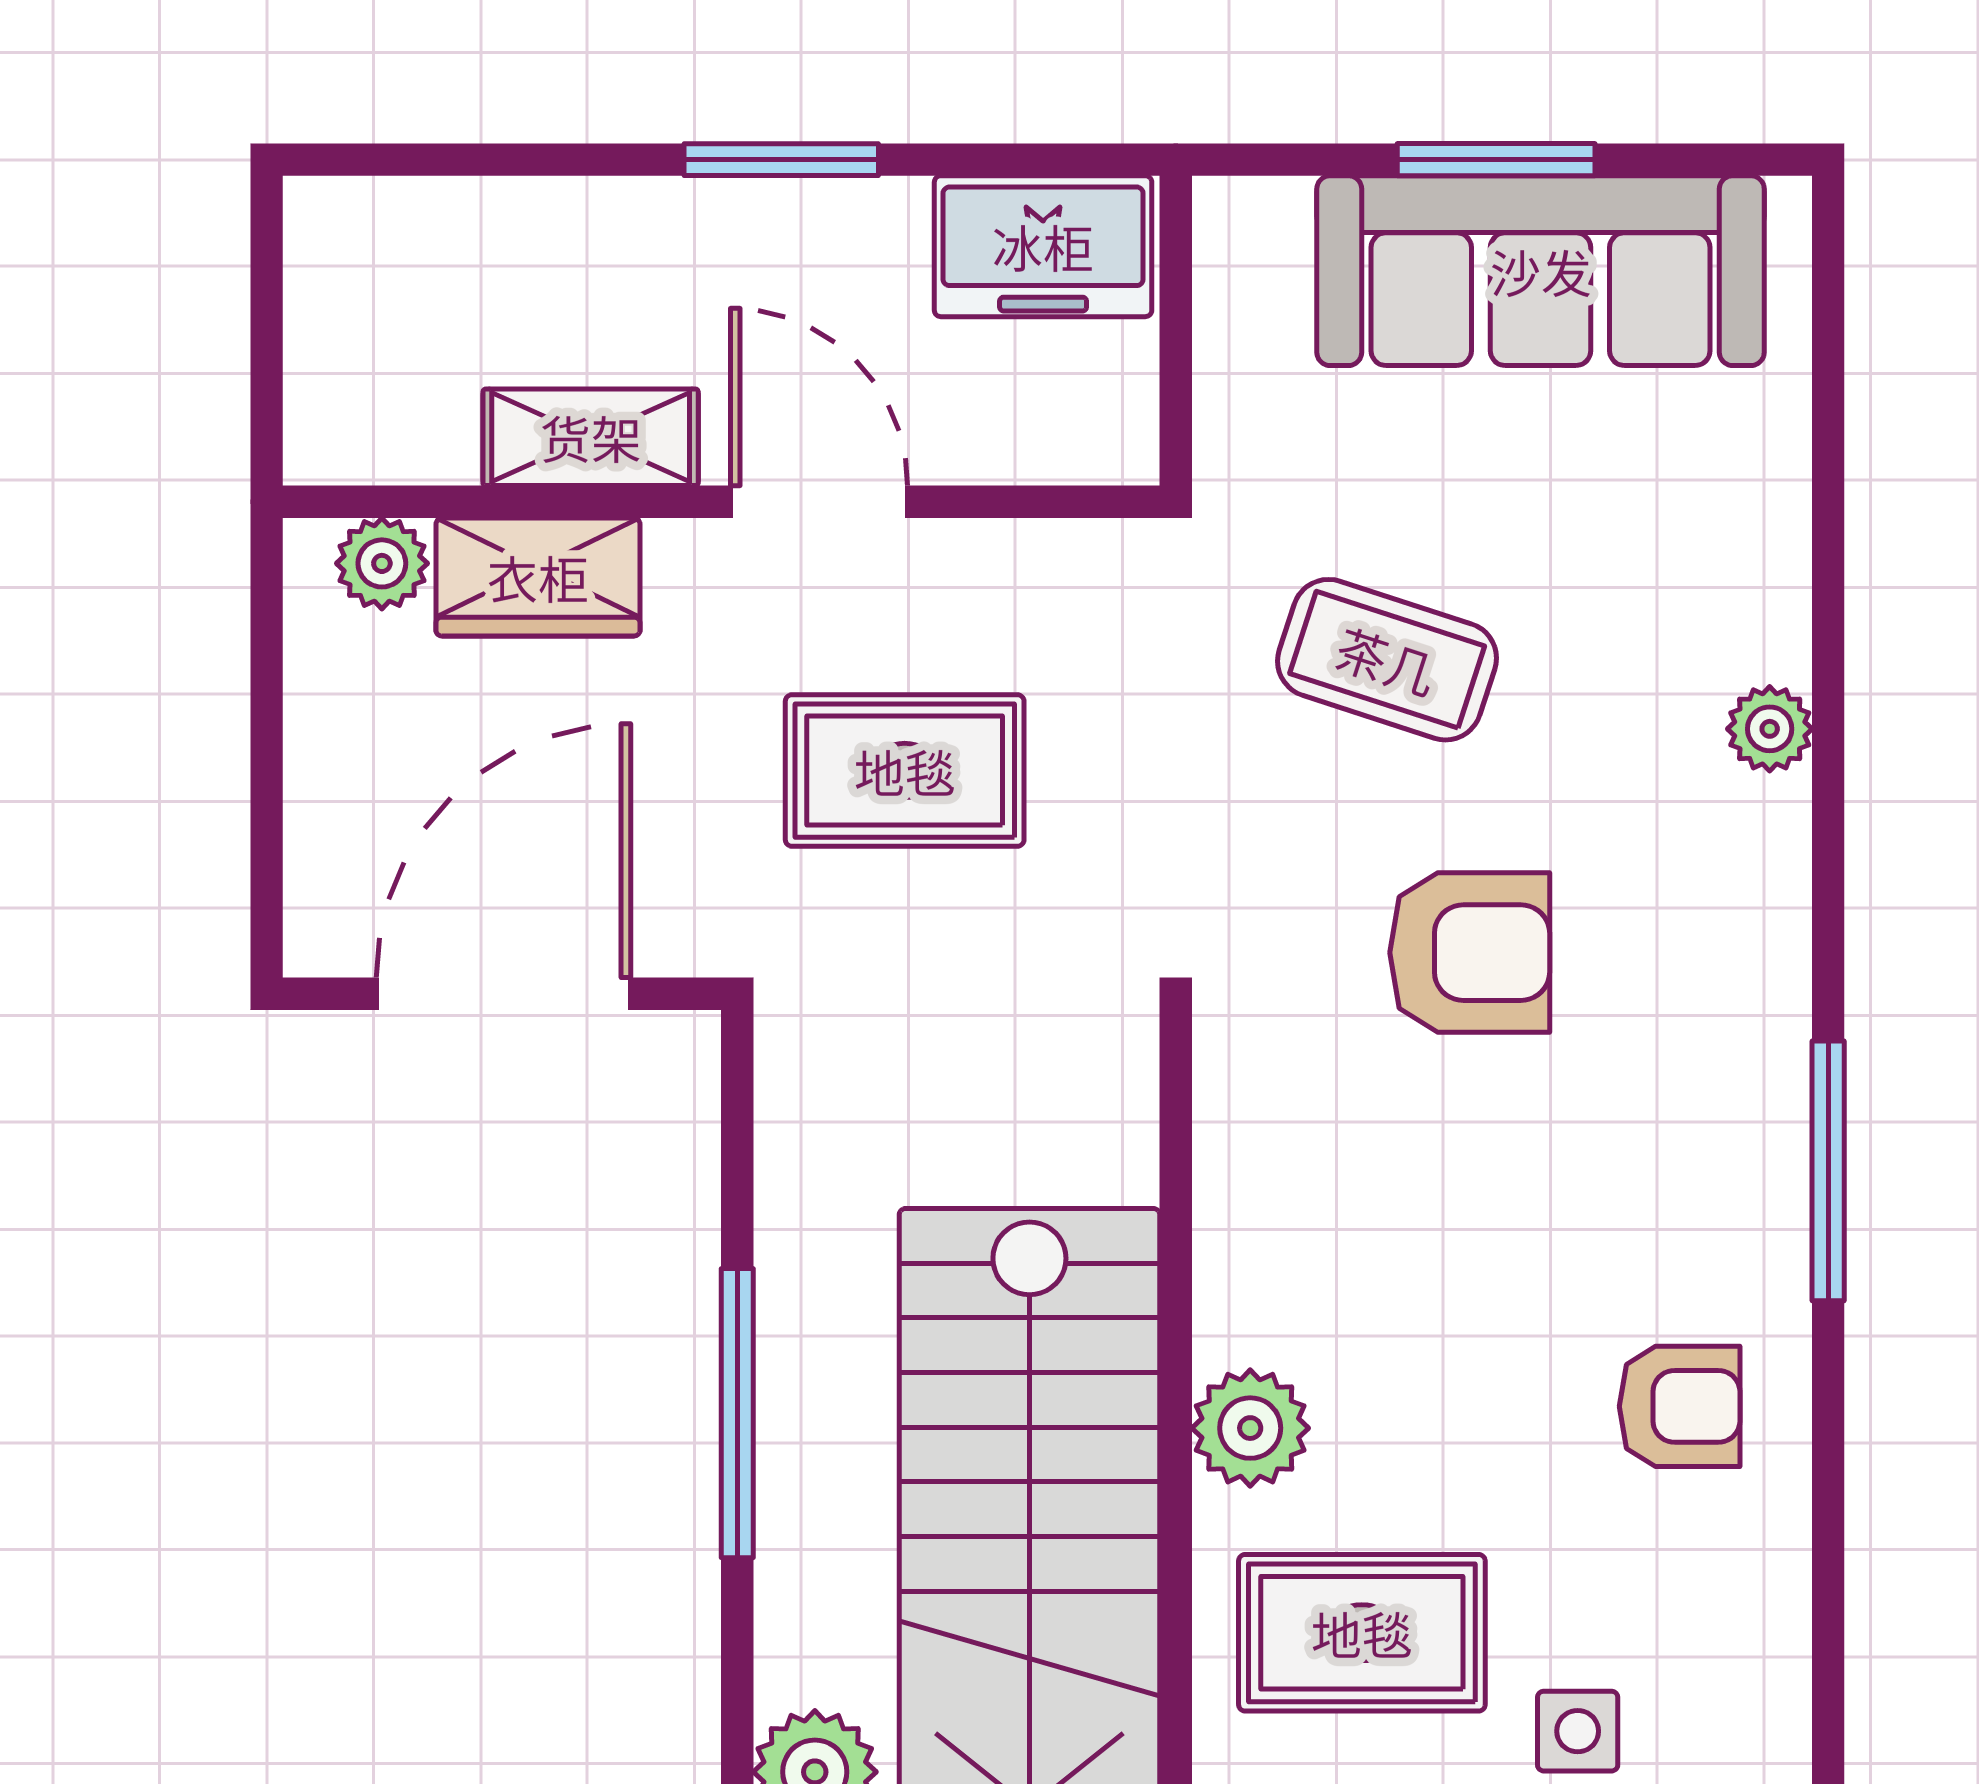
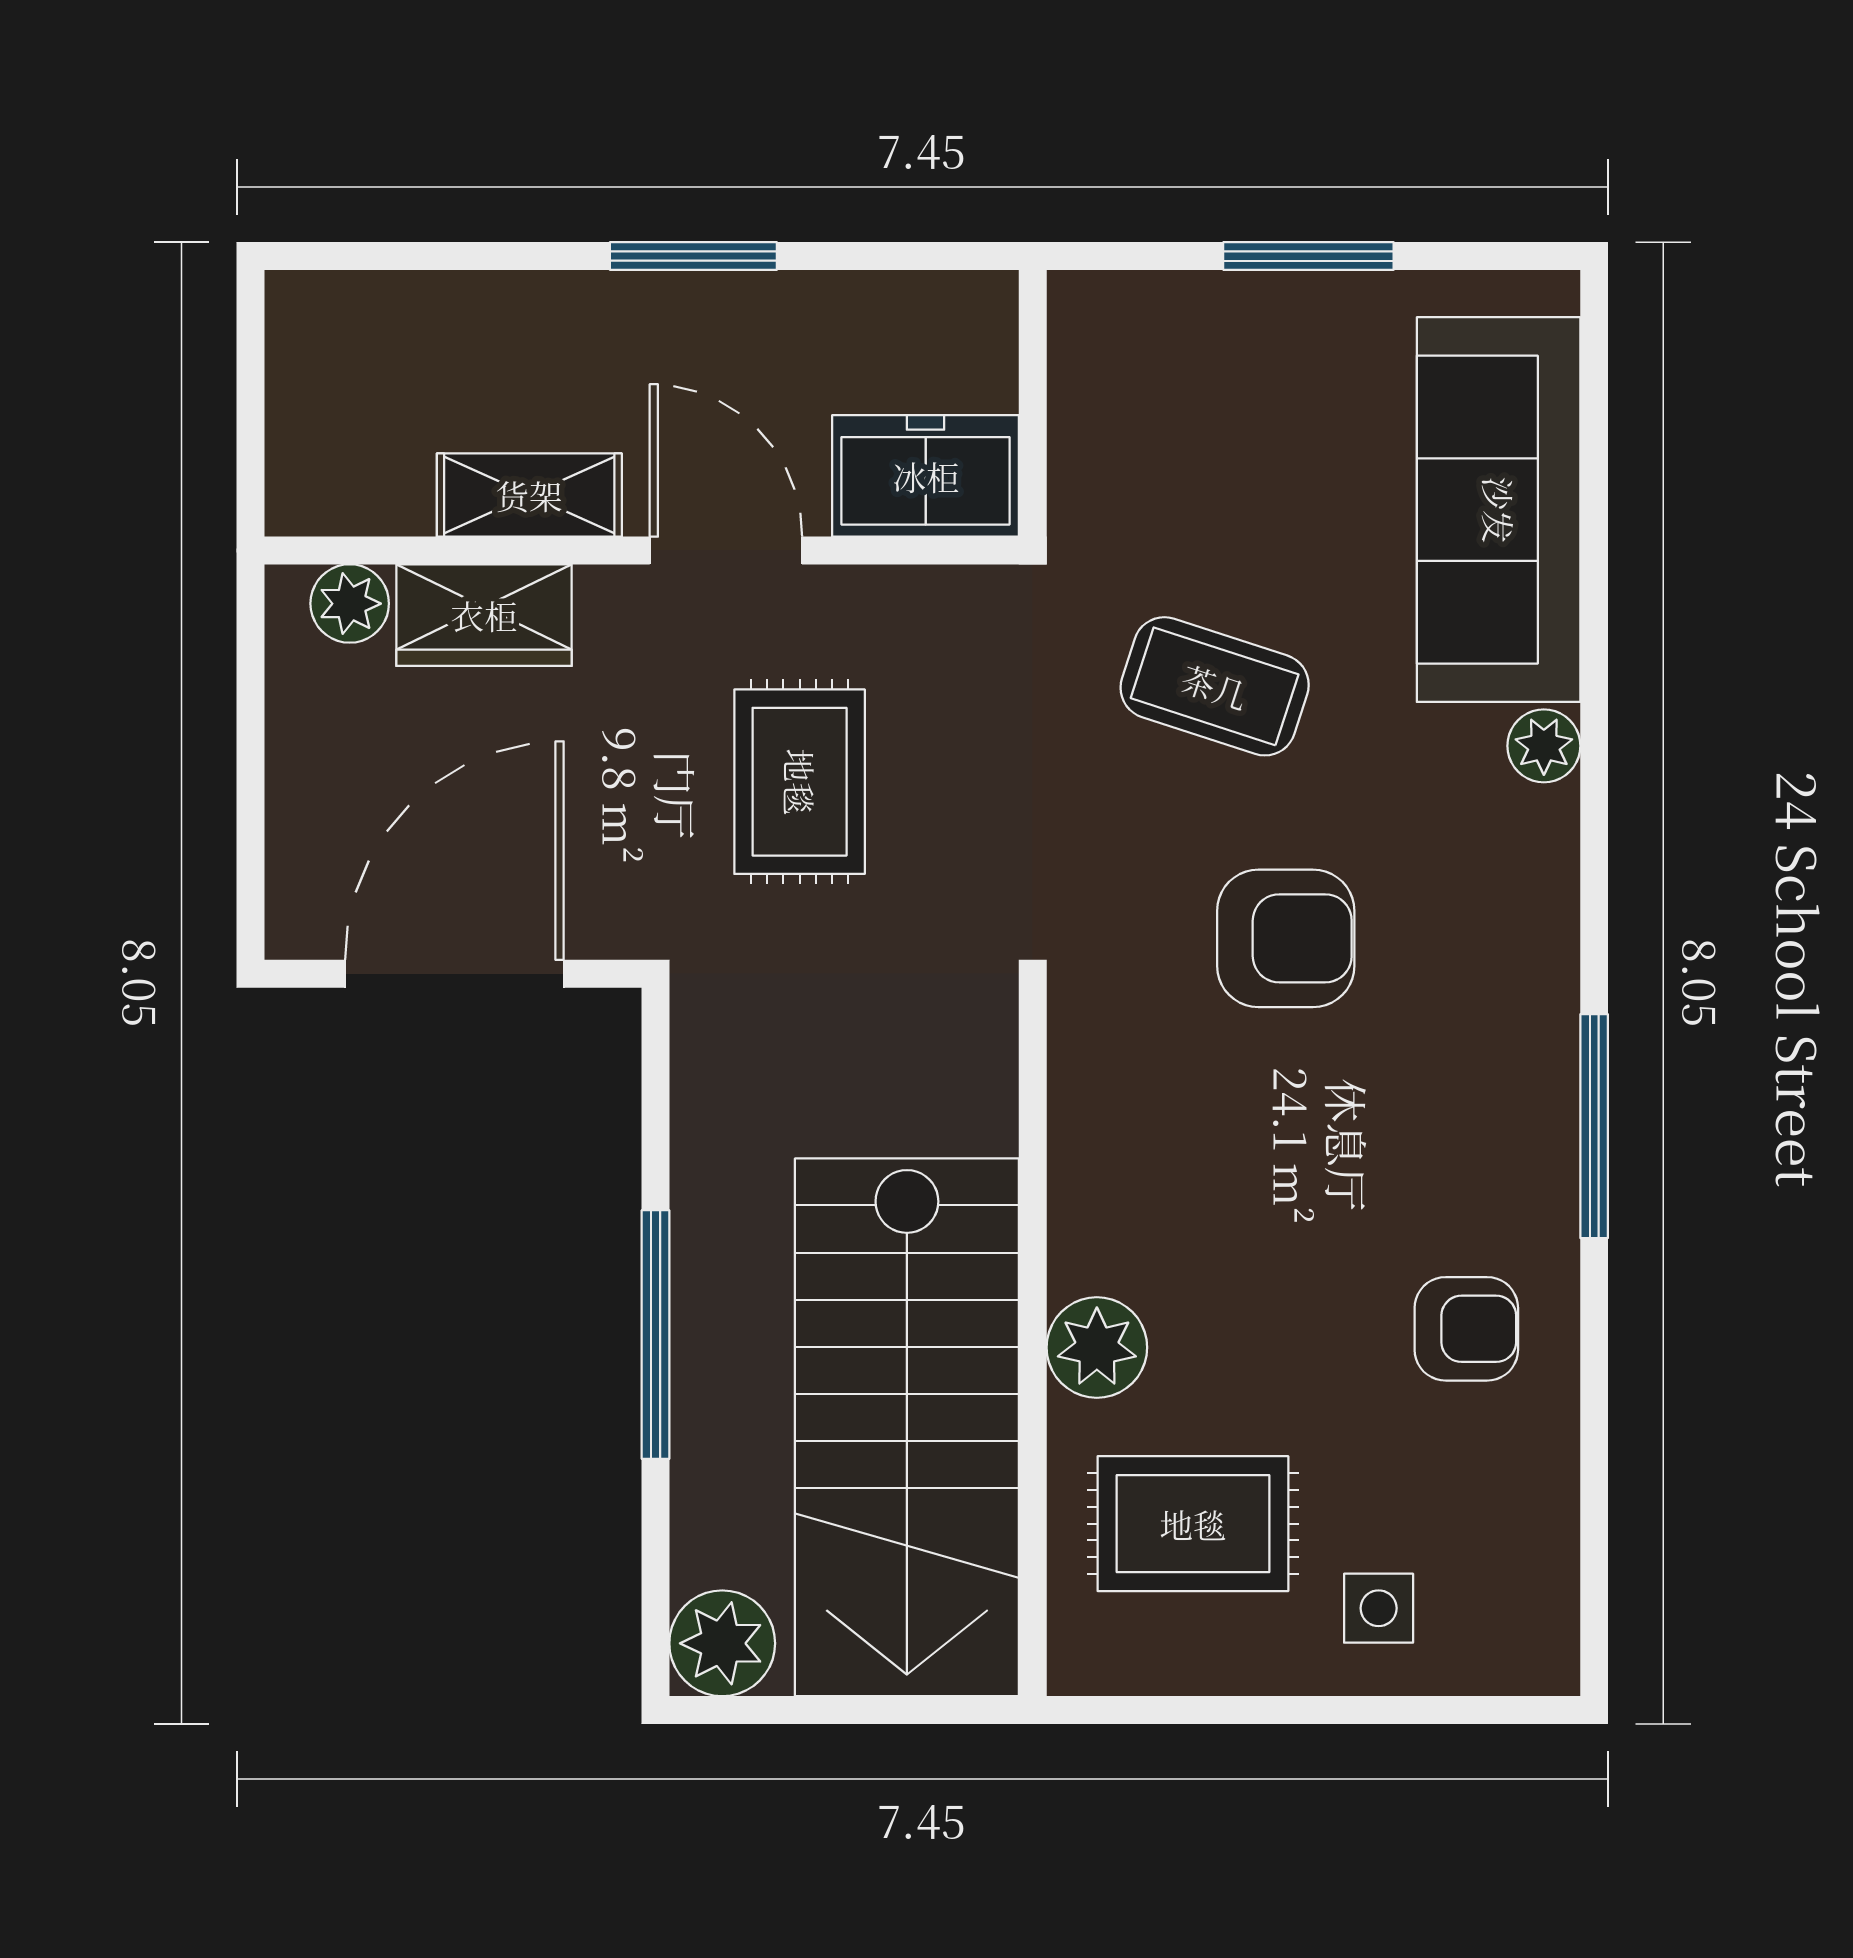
freezer: (1043, 246) -> (926, 476), moved, turned 180
sofa: (1541, 271) -> (1499, 510), moved, turned 90
rug: (905, 771) -> (800, 782), turned 90

